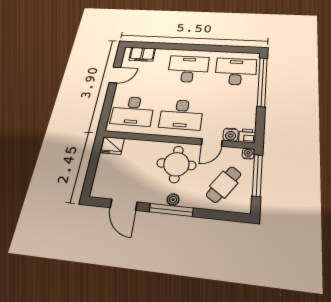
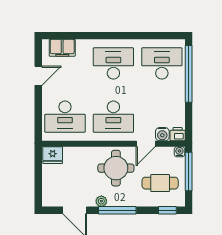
cafe table: (224, 185) -> (160, 183), turned 55
plant: (173, 200) -> (101, 201), moved
window: (230, 216) -> (167, 210), added

